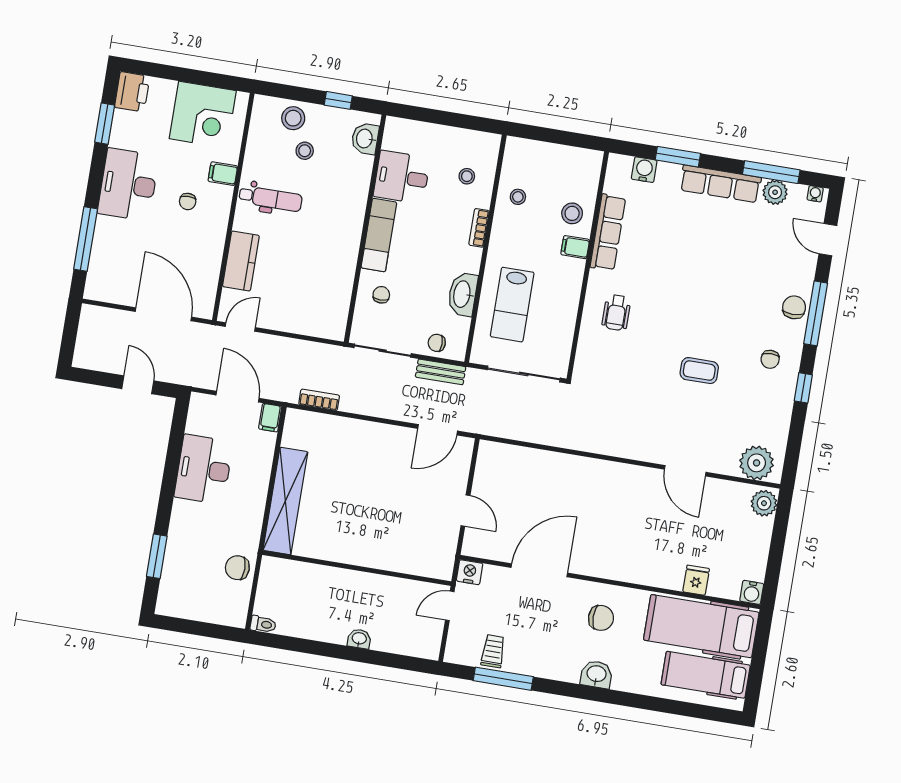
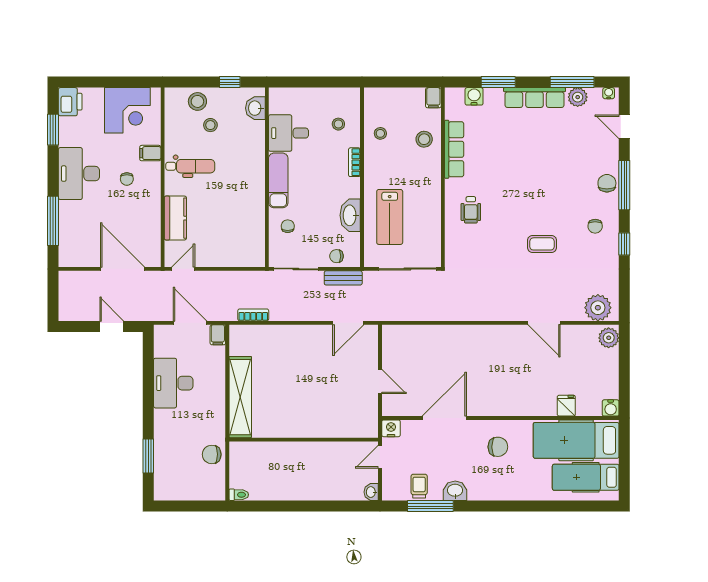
filing cabinet: (575, 247) -> (433, 98), moved, turned -90
washbasin: (359, 639) -> (371, 492), moved, turned -90
washbasin: (596, 674) -> (455, 491), moved

